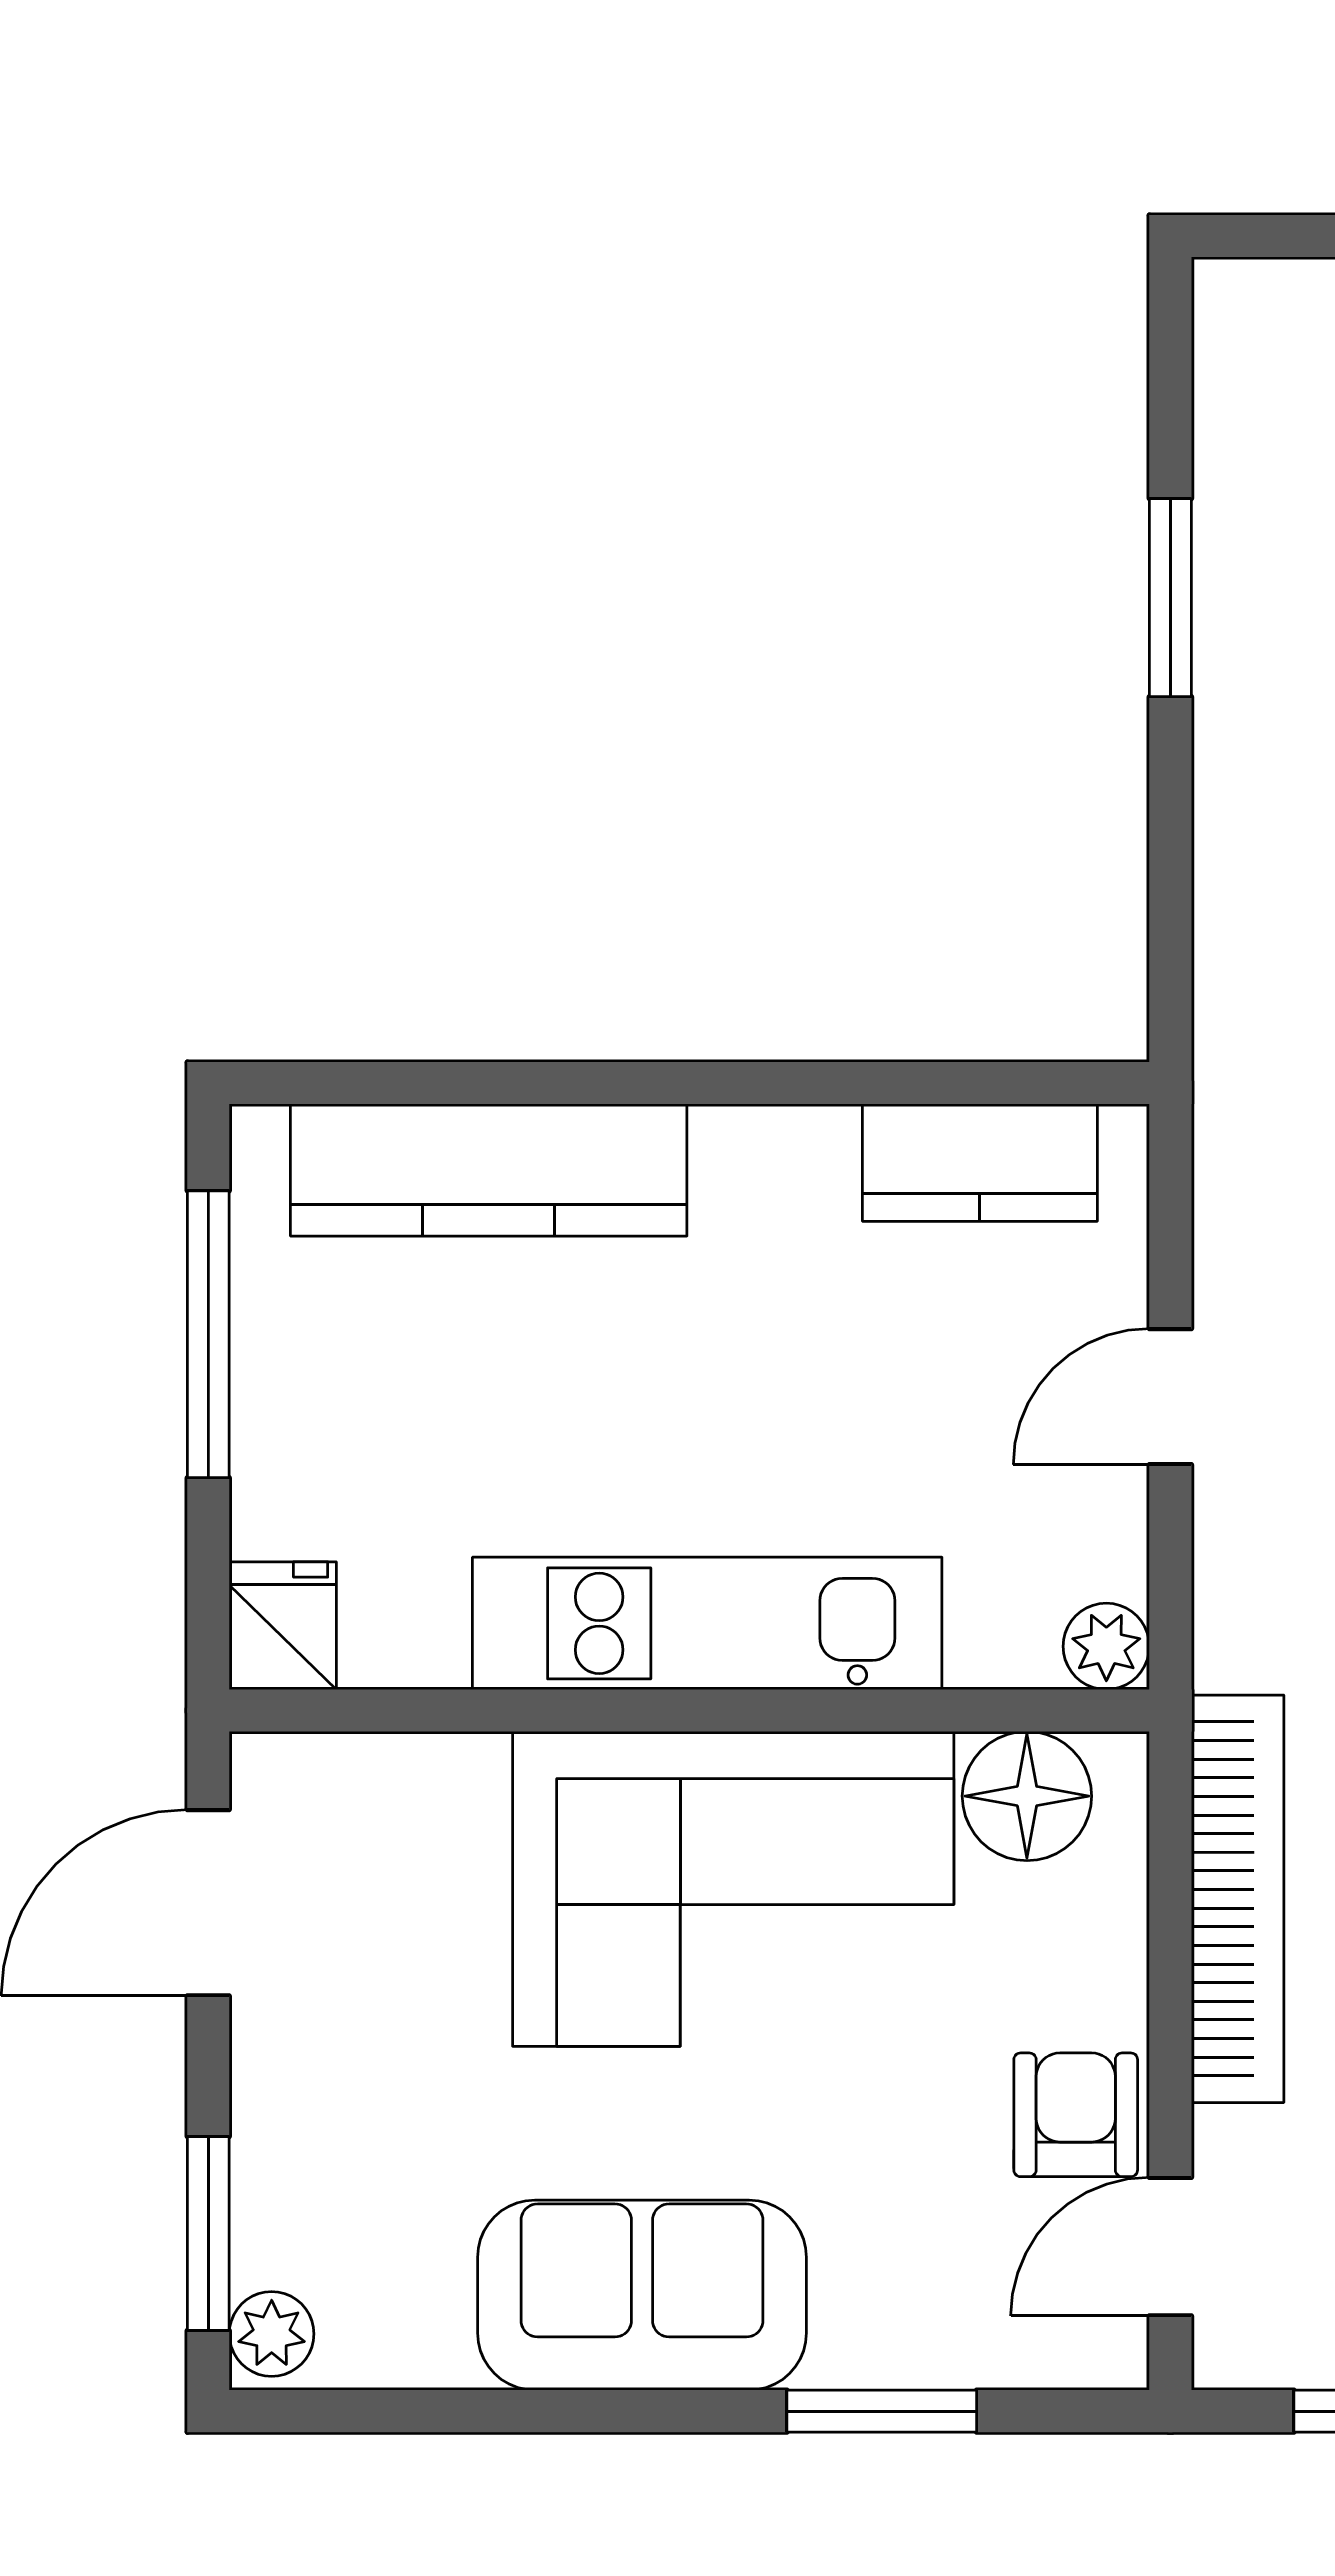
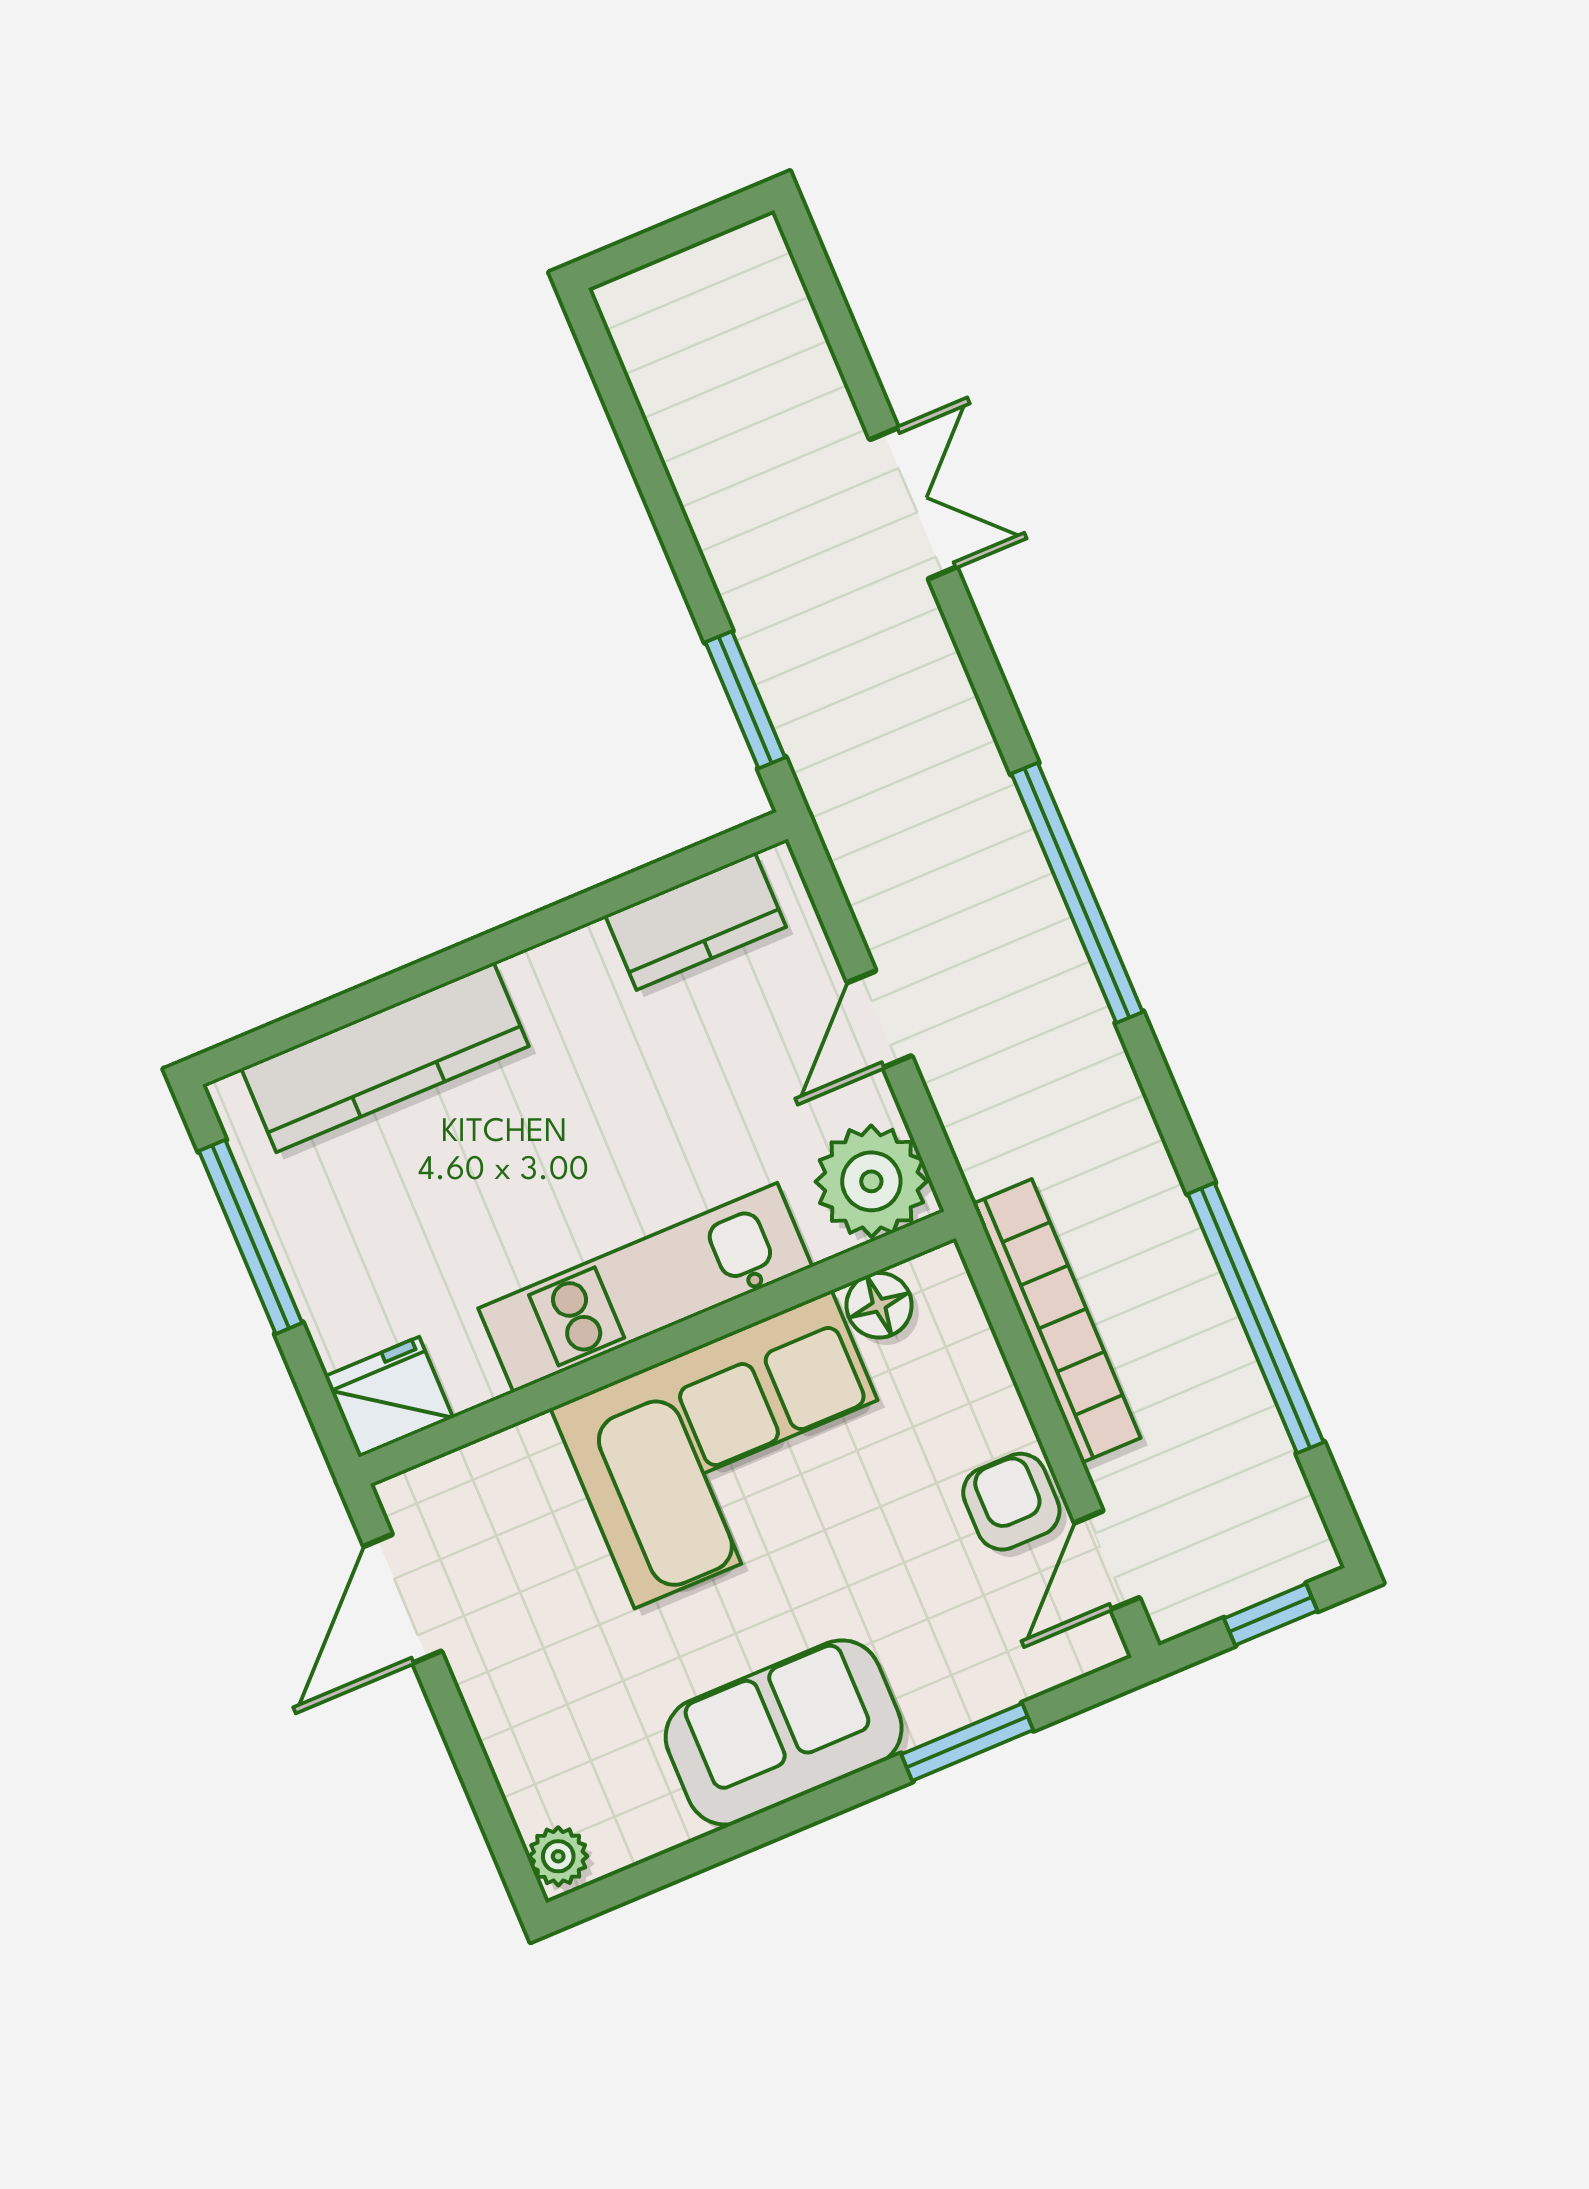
window: (1170, 598) -> (745, 700), moved
fridge: (283, 1626) -> (389, 1397), width x1.38
plant: (1106, 1646) -> (871, 1181), width x1.88, depth x1.88
floor lamp: (1027, 1796) -> (879, 1305), width x0.73, depth x0.73
window: (208, 2234) -> (491, 1809), removed

